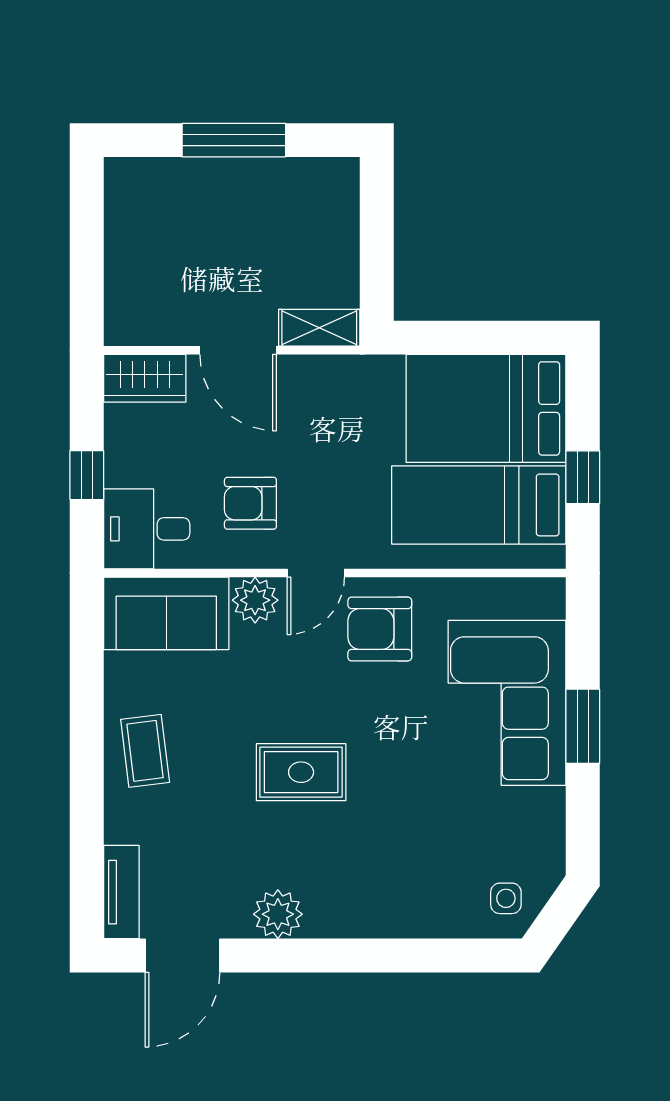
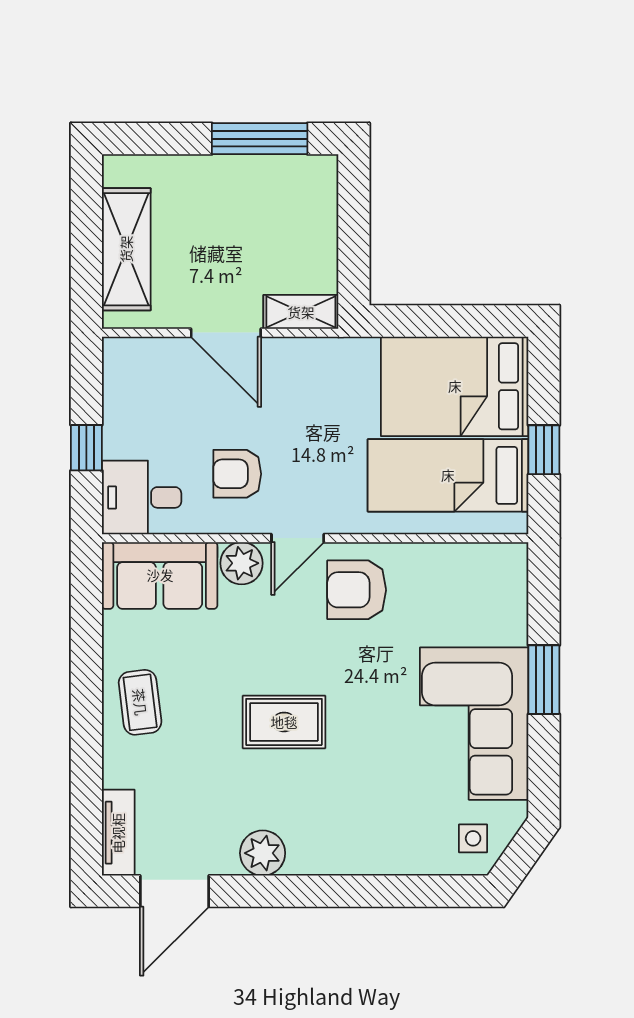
window: (234, 140) -> (260, 139), moved
shelving: (130, 260) -> (126, 249), added
wardrobe: (145, 378) -> (140, 359), removed
corner sofa: (507, 703) -> (474, 724), moved

